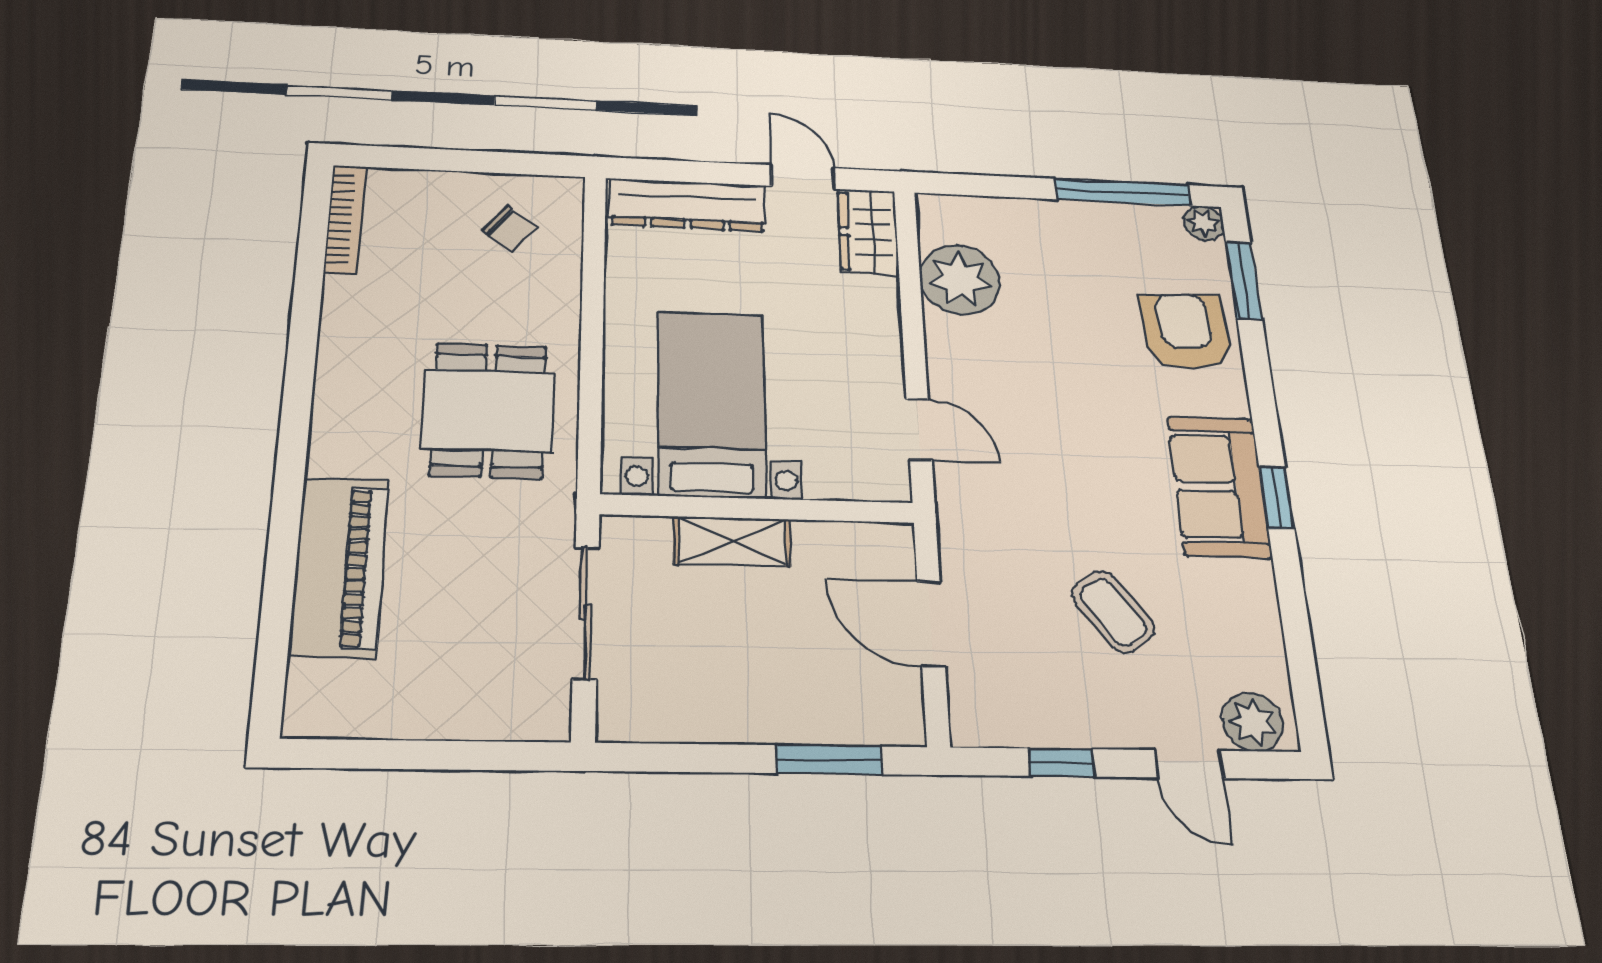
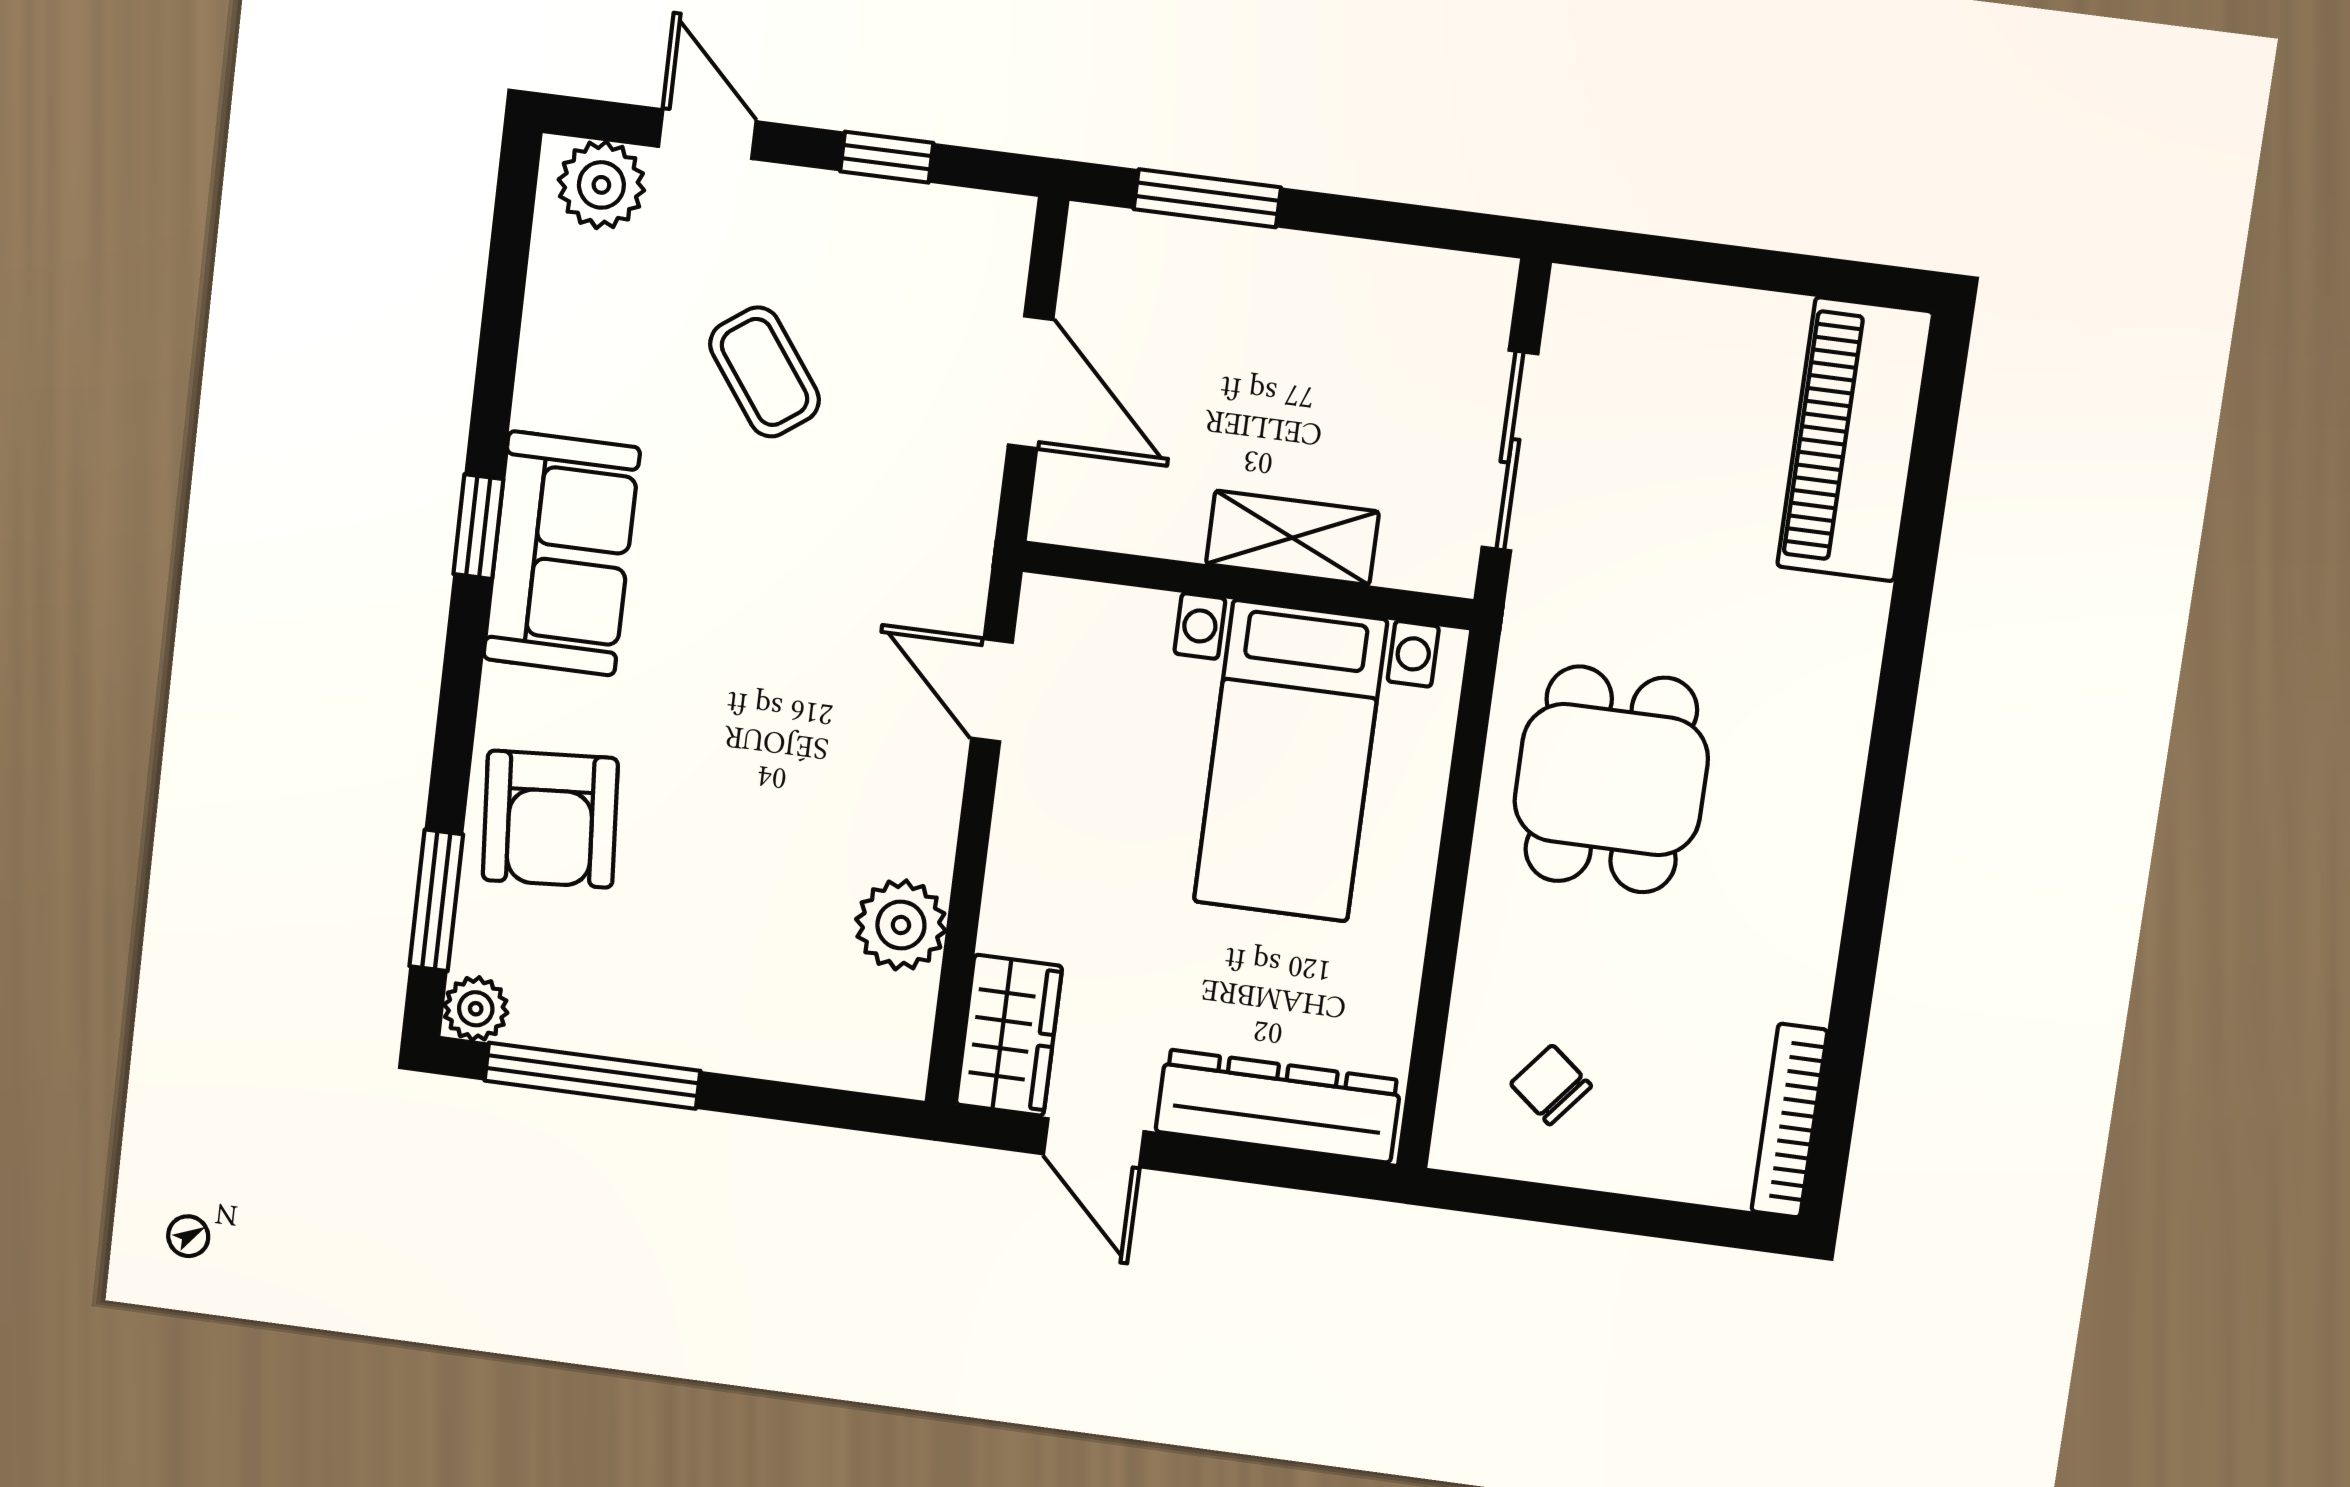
plant: (960, 280) -> (901, 925), width x0.73, depth x0.73
piano: (339, 567) -> (1855, 439), moved

